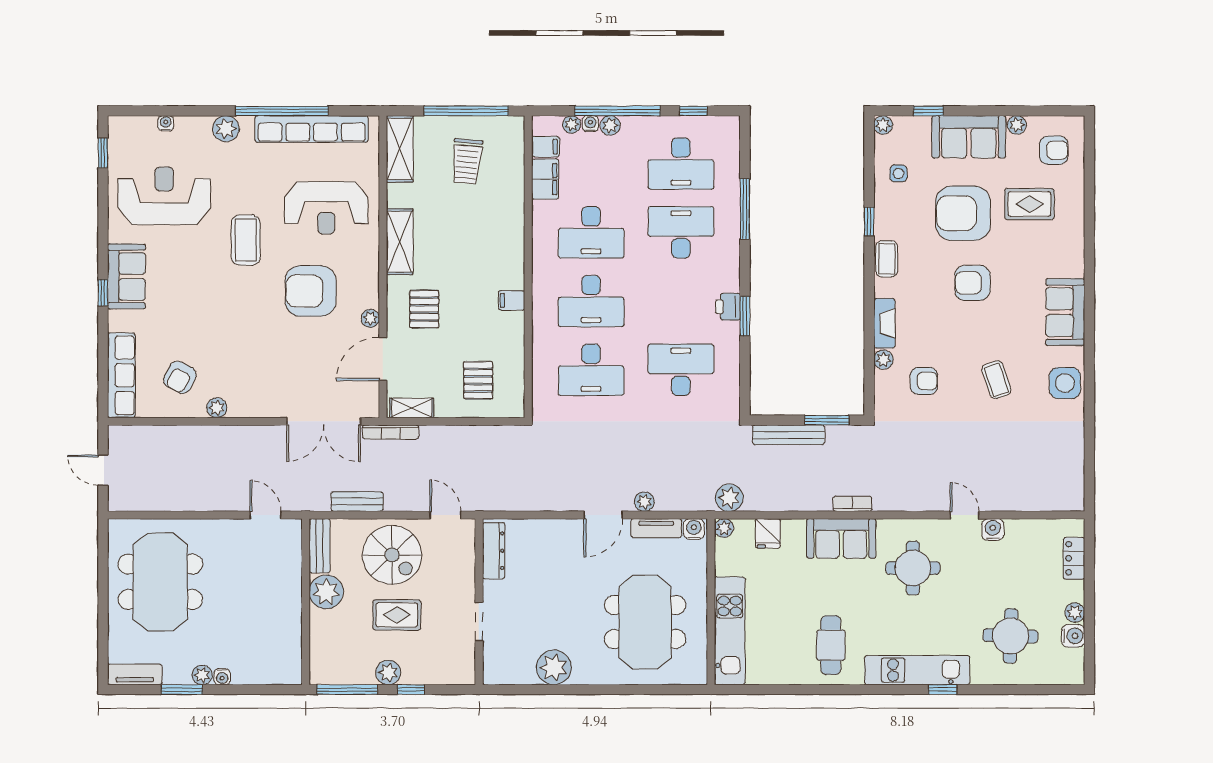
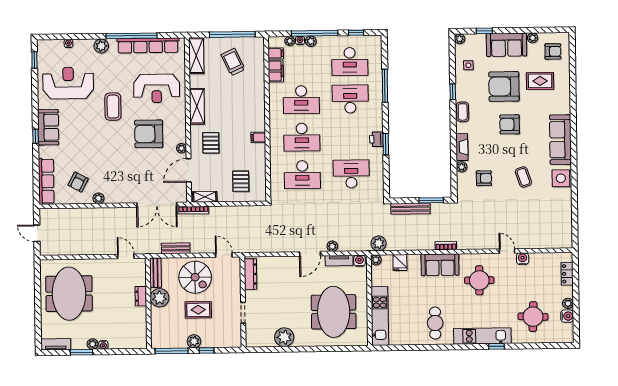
trolley: (467, 161) -> (233, 62), turned 150
sofa: (1065, 312) -> (560, 140), width x1.36
dresser: (292, 588) -> (141, 296), added

